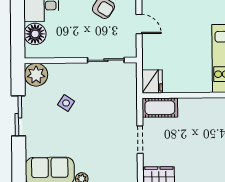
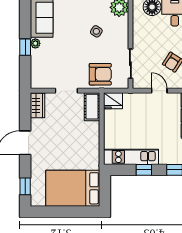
door: (139, 24) -> (159, 91), swing flipped
armchair: (119, 98) -> (100, 74), added

